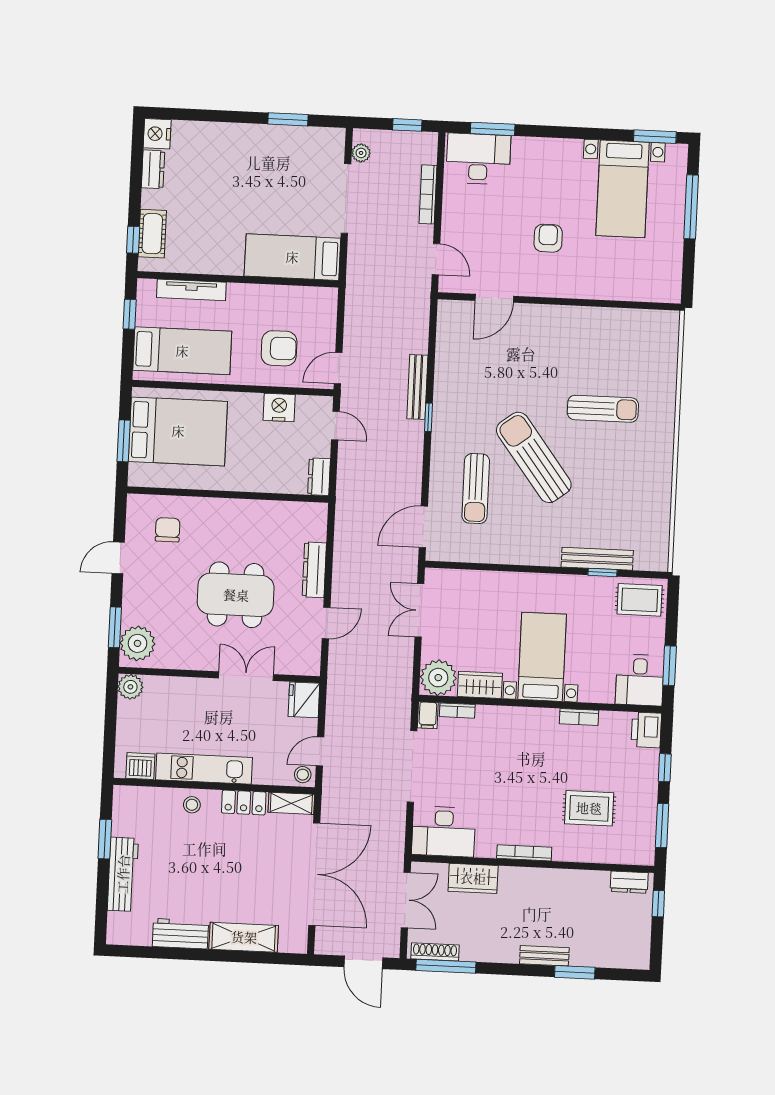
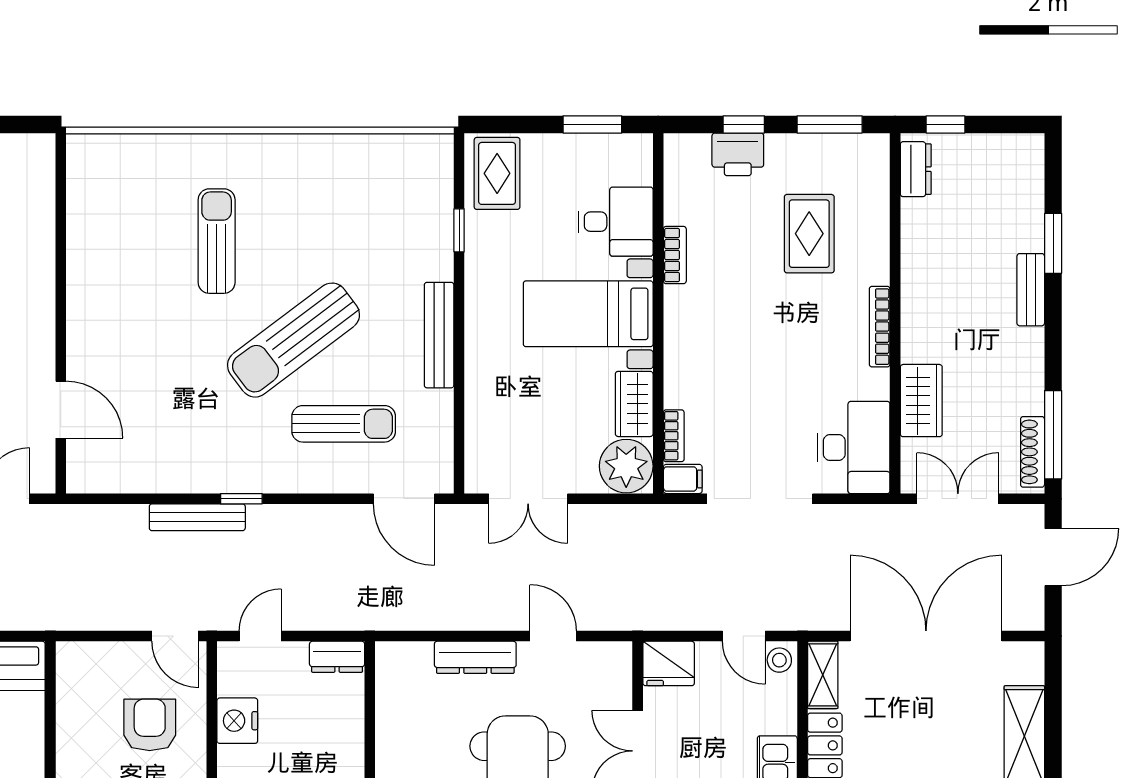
bench: (597, 559) -> (439, 335), moved
desk: (640, 680) -> (616, 222), moved
printer: (646, 730) -> (738, 154), moved

